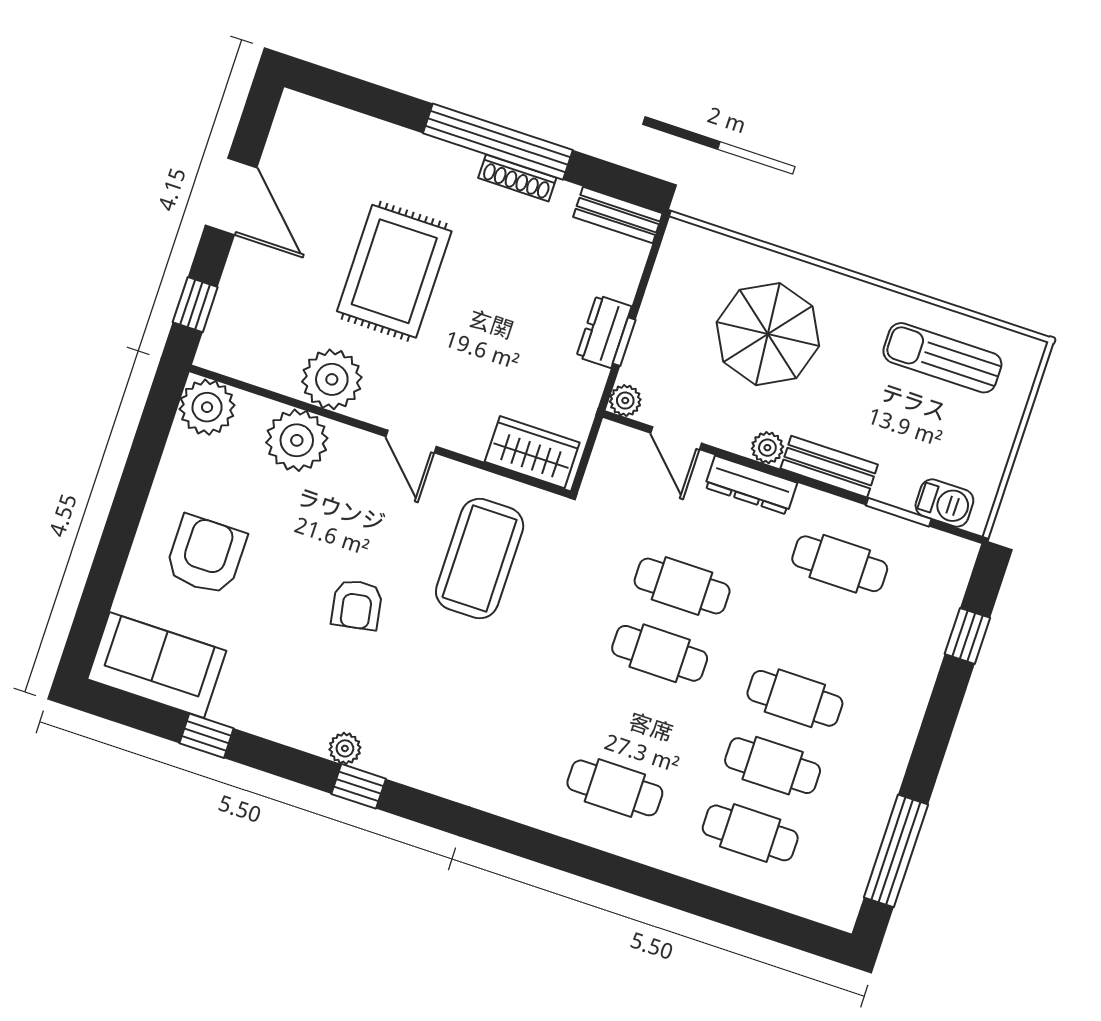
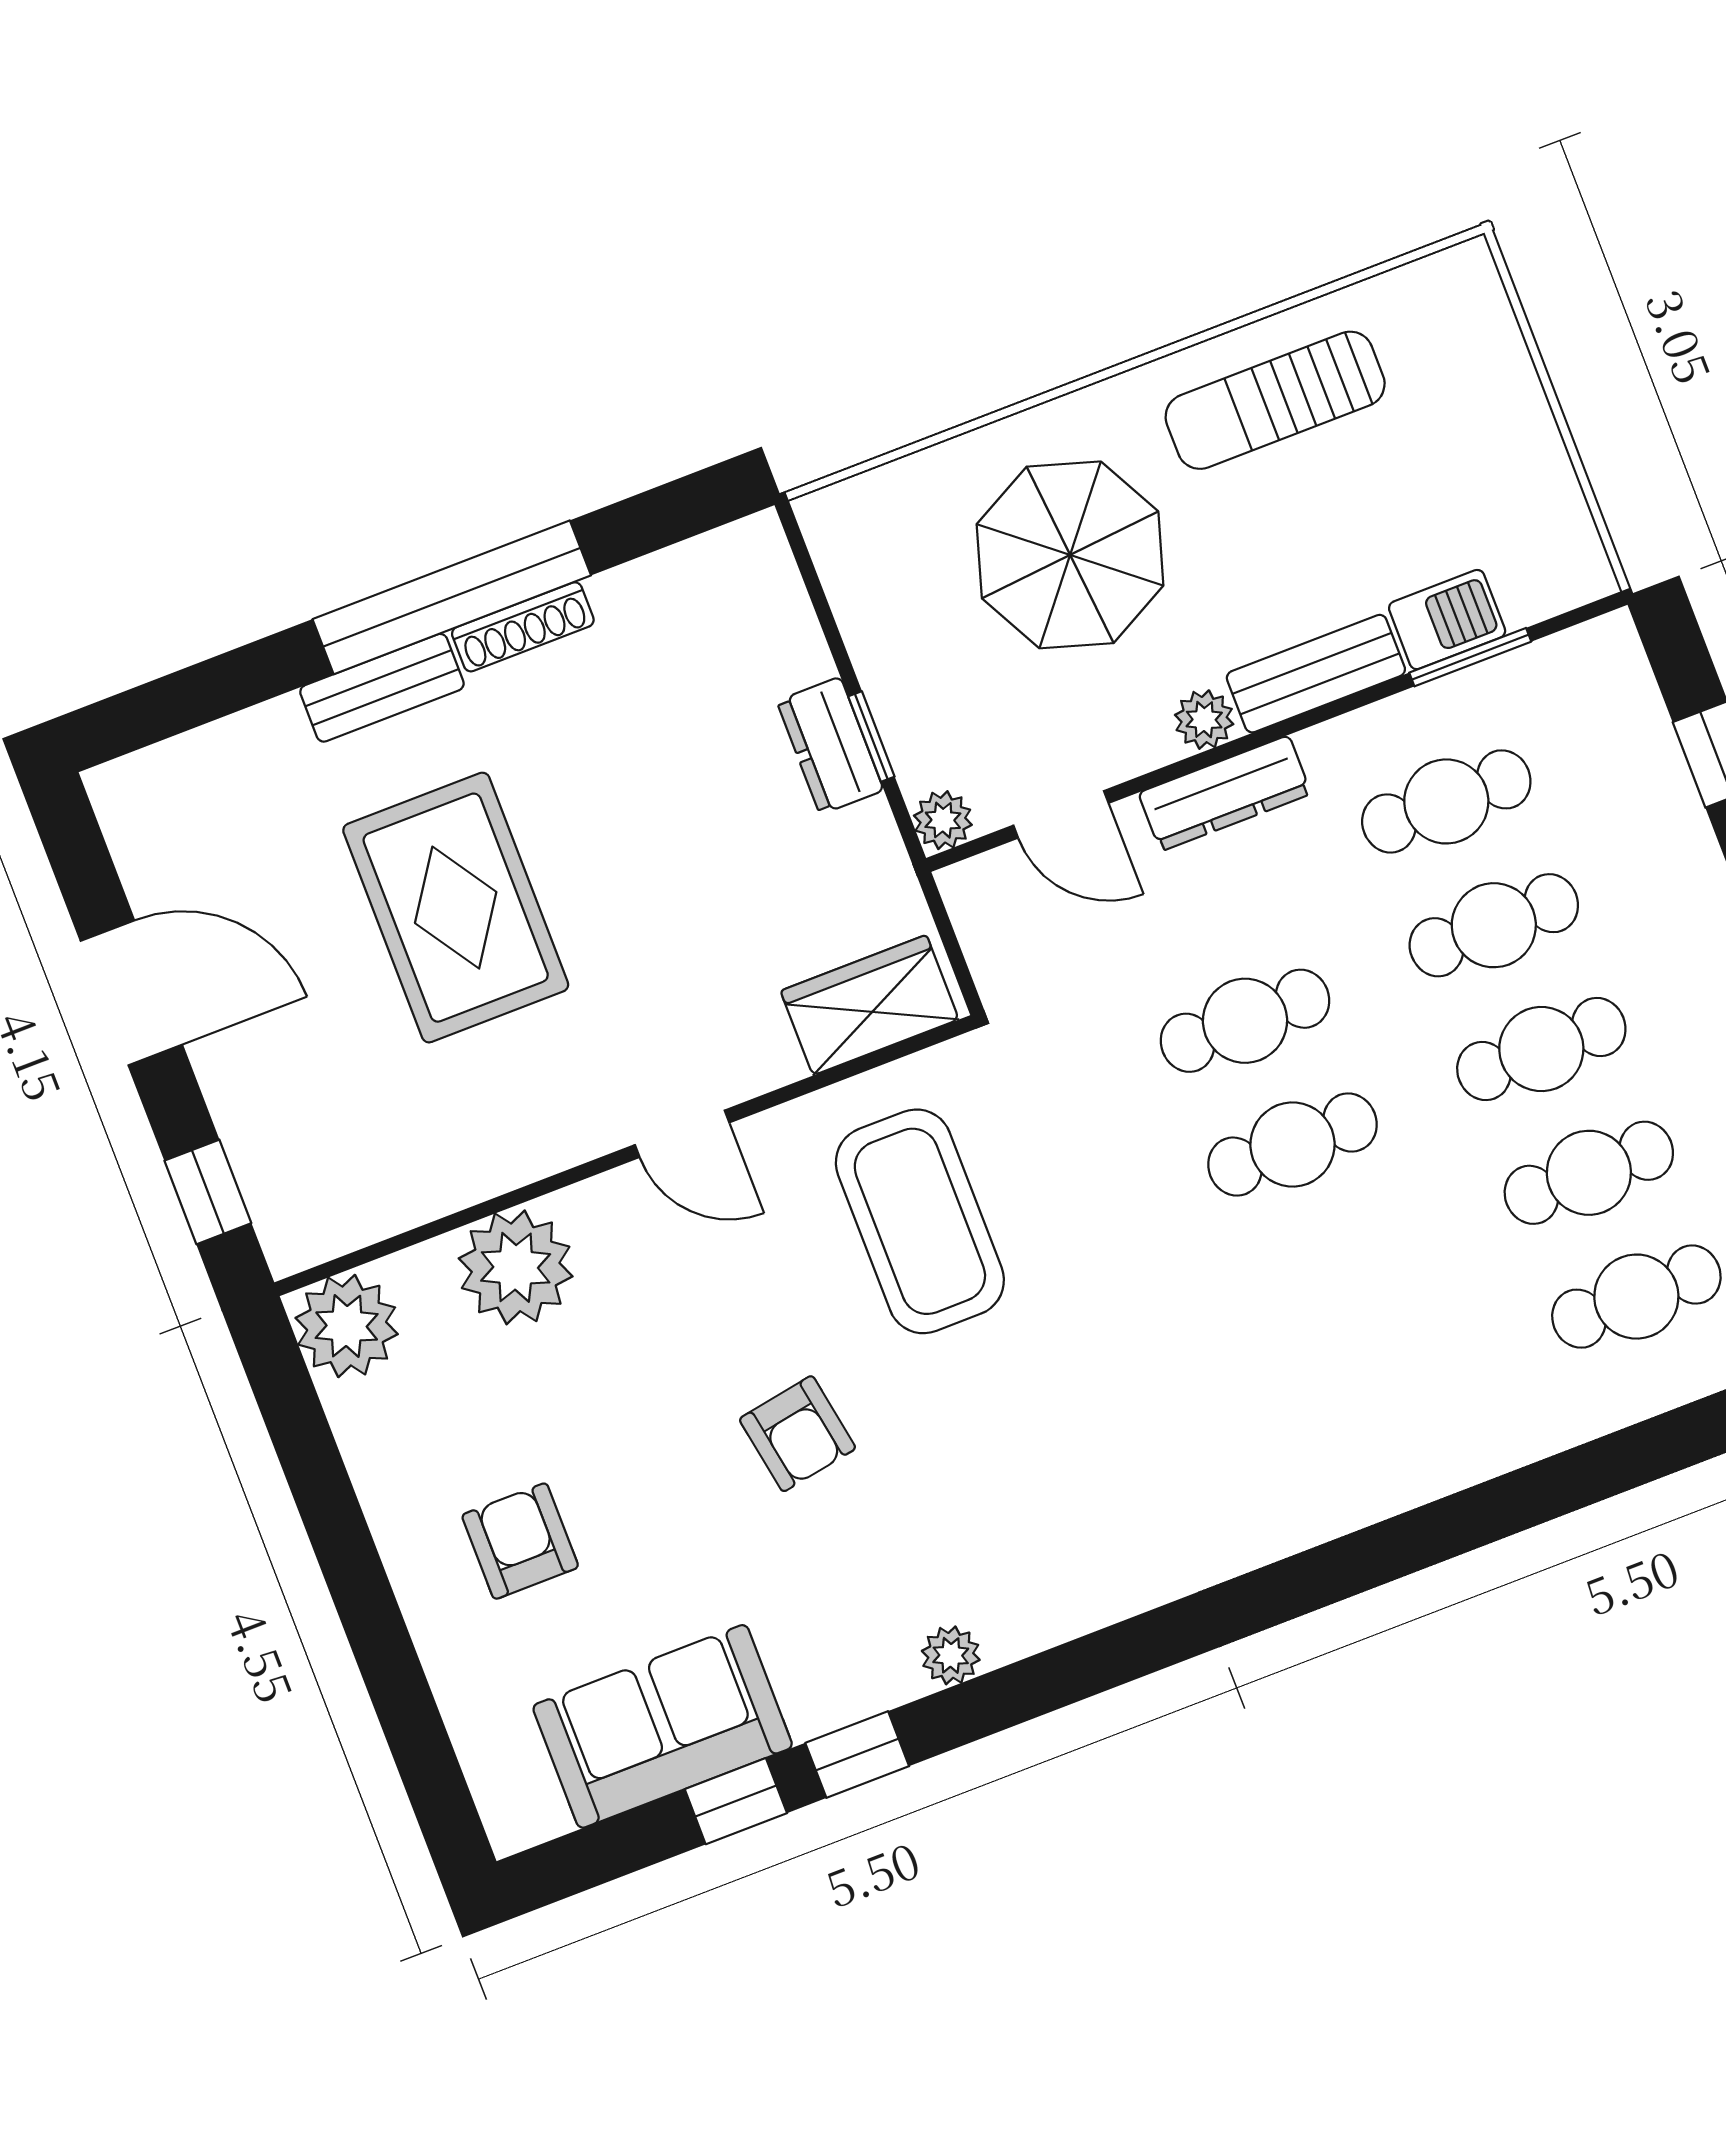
bench: (618, 215) -> (382, 688), moved
sun lounger: (942, 358) -> (1275, 400), moved
plant: (332, 379) -> (494, 1138), removed
barbecue: (944, 503) -> (1447, 620), moved
armchair: (206, 555) -> (520, 1541), width x0.72, depth x0.72
sofa: (157, 665) -> (663, 1726), moved
window: (359, 786) -> (857, 1755), moved
cafe table: (615, 788) -> (1494, 925), moved

